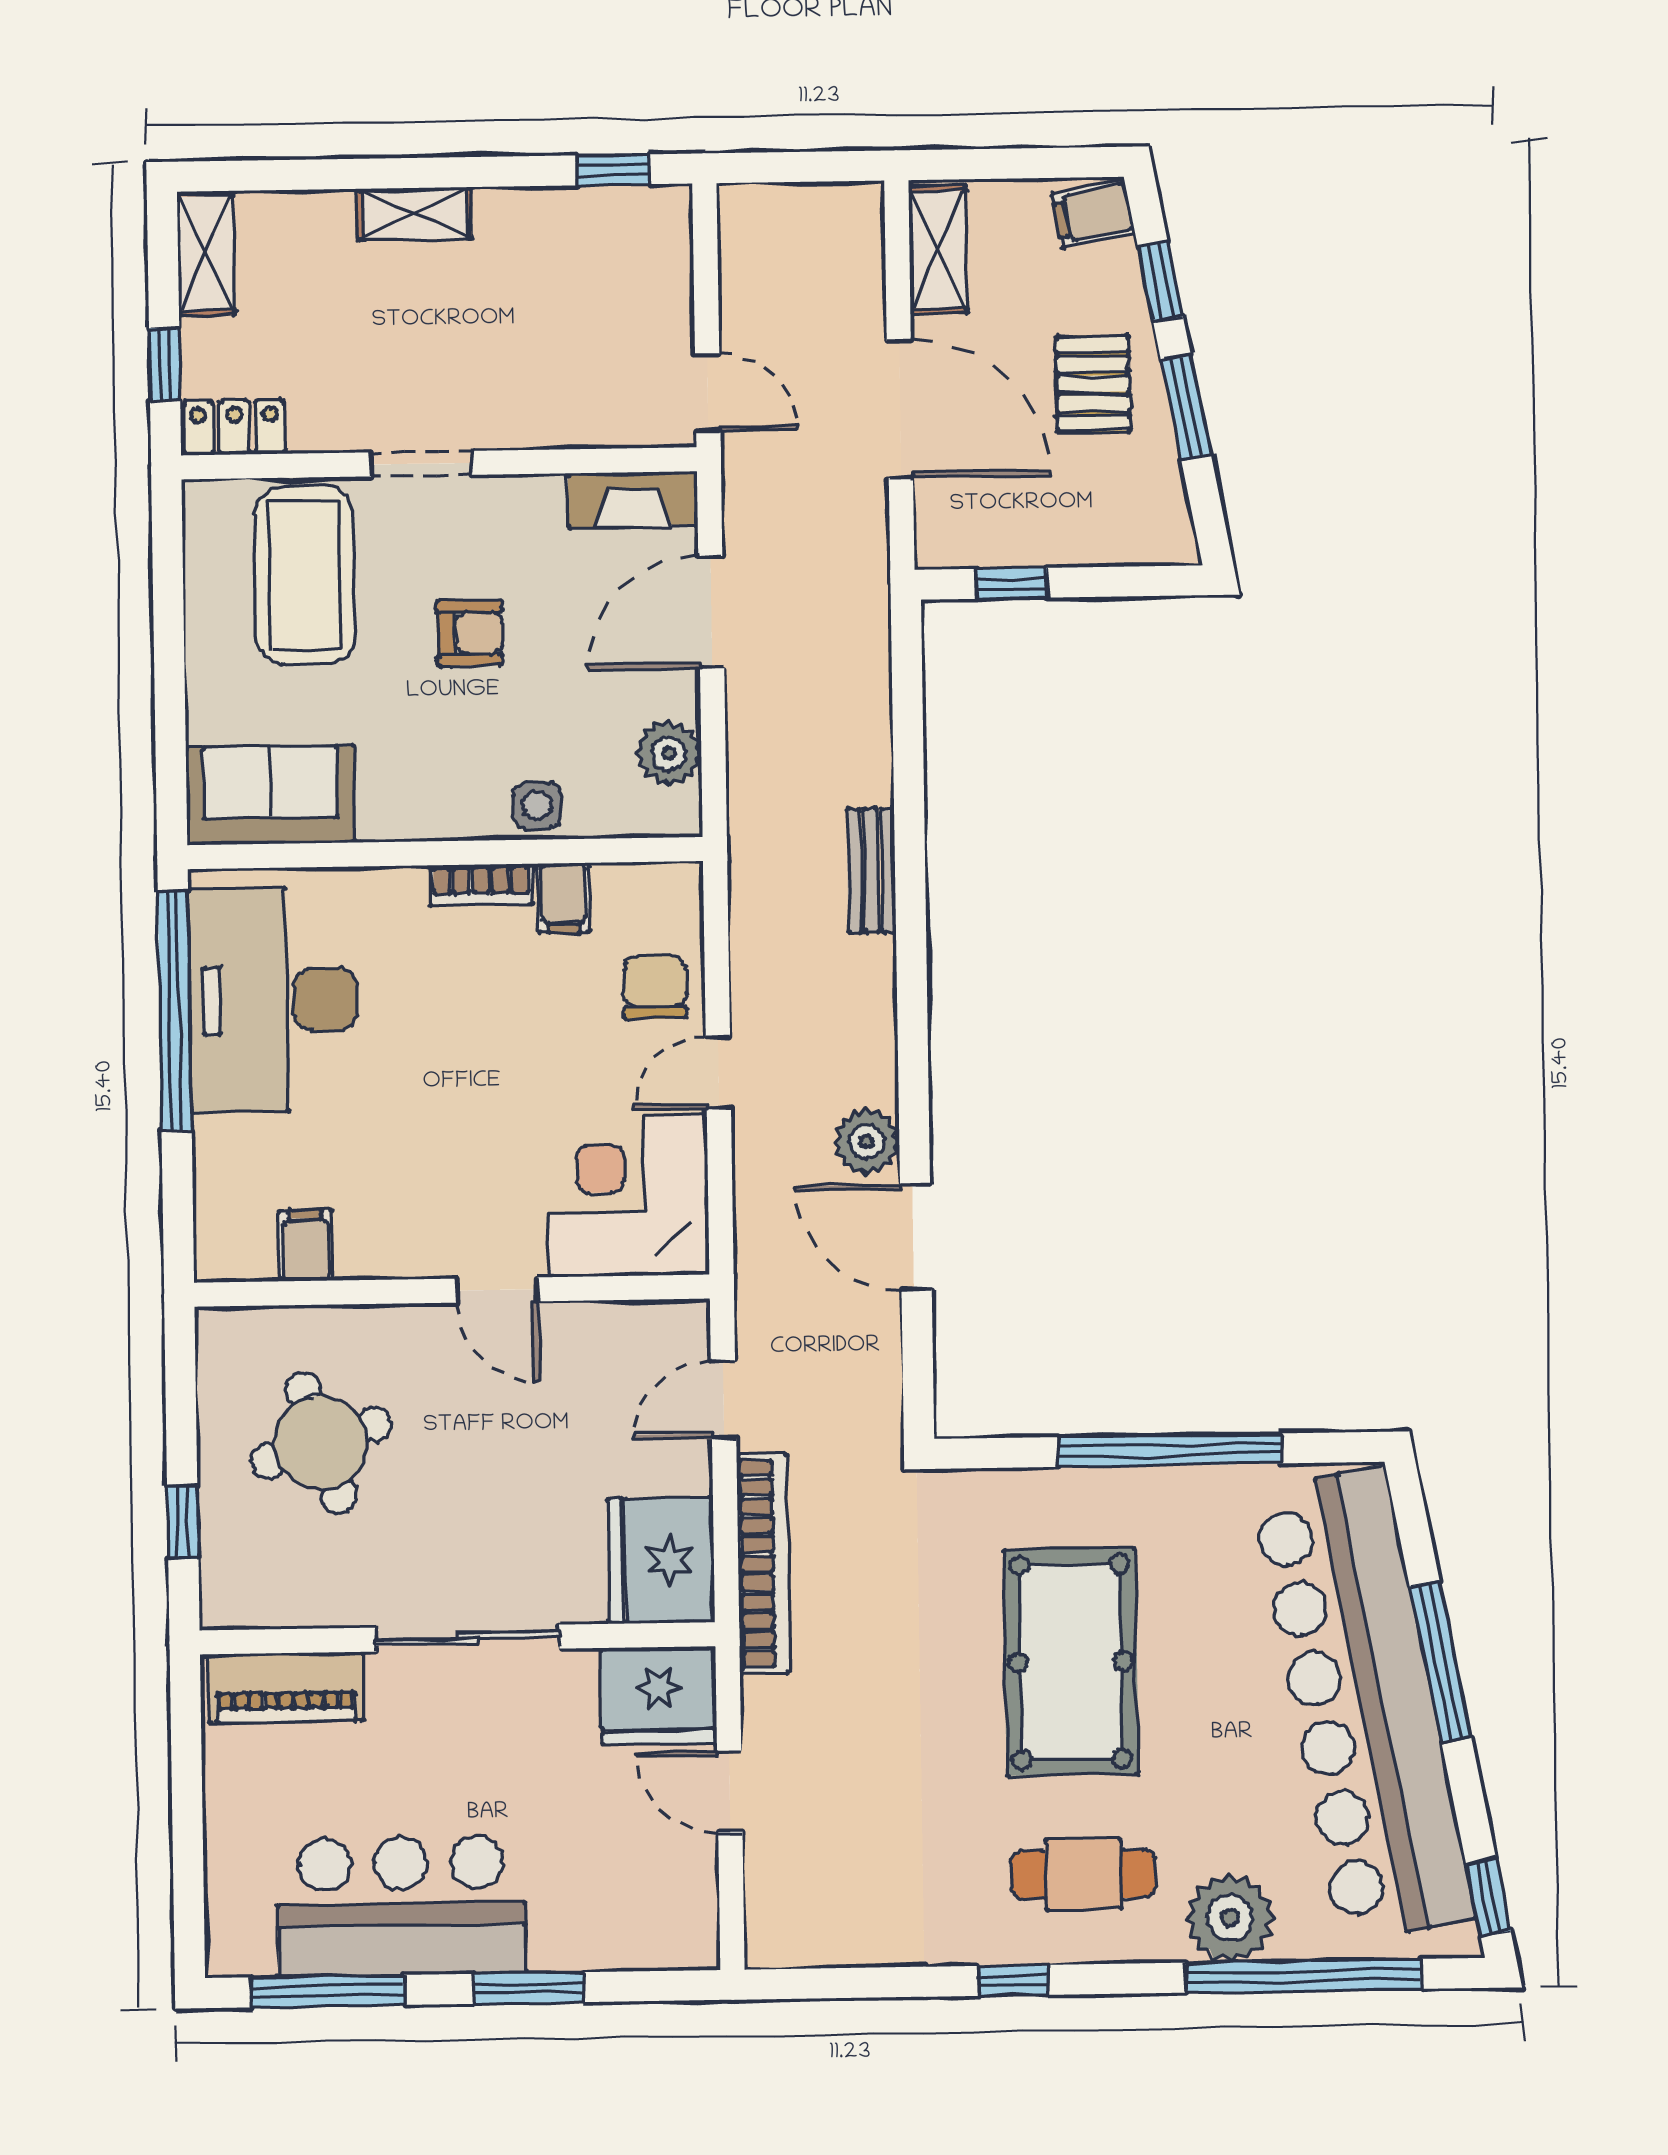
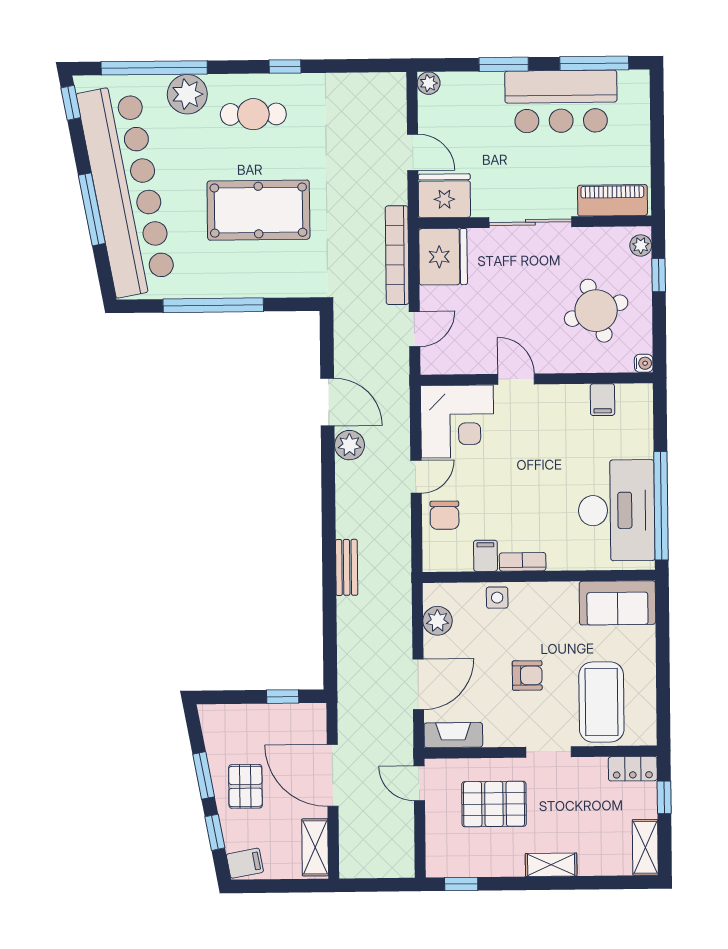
pallet: (542, 348) -> (494, 804), added
armchair: (470, 633) -> (527, 675), turned 180
water cooler: (215, 1327) -> (644, 363), added
plant: (223, 1588) -> (641, 245), added
pool table: (1071, 1662) -> (258, 210), turned 90
plant: (695, 1945) -> (429, 83), added

